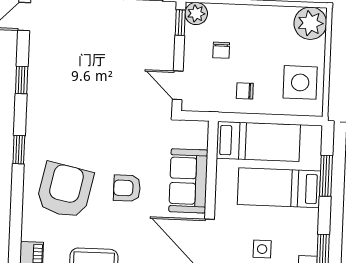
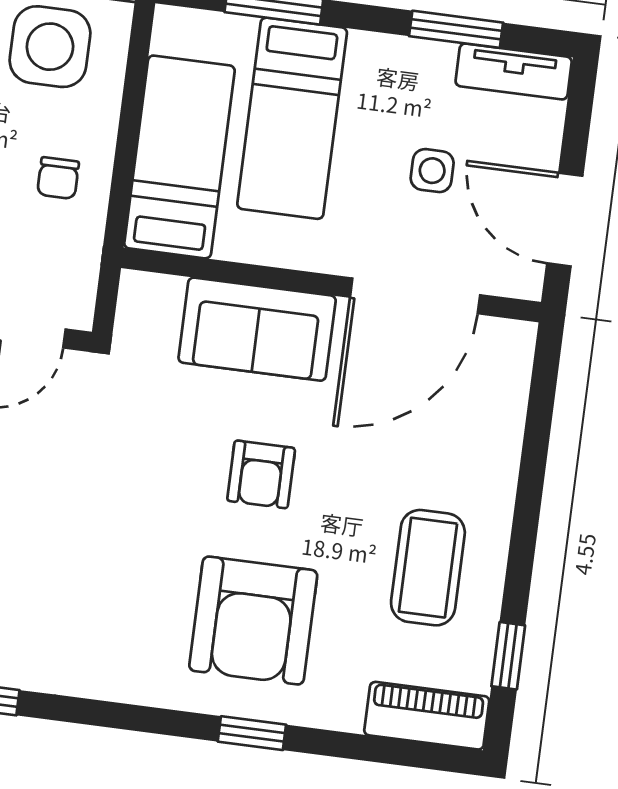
window: (19, 150) -> (252, 733), moved
armchair: (65, 190) -> (253, 621), turned -102

